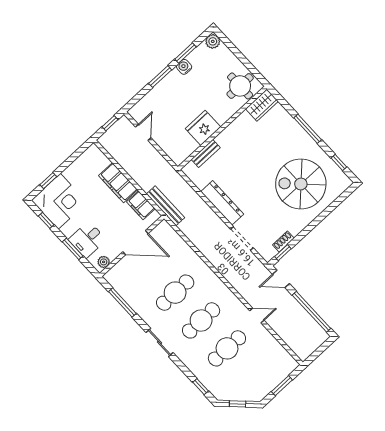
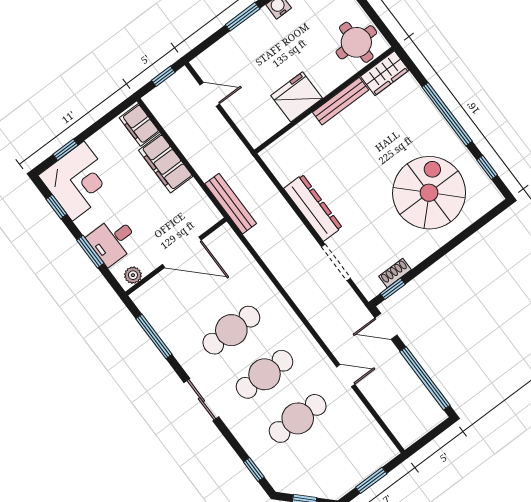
window: (308, 129) -> (447, 114), width x1.46
door: (143, 132) -> (210, 94), hinge flipped
bench: (206, 153) -> (341, 101), moved, width x1.36
spiral stairs: (301, 184) -> (429, 193), turned 90
filing cabinet: (141, 205) -> (139, 125), moved

